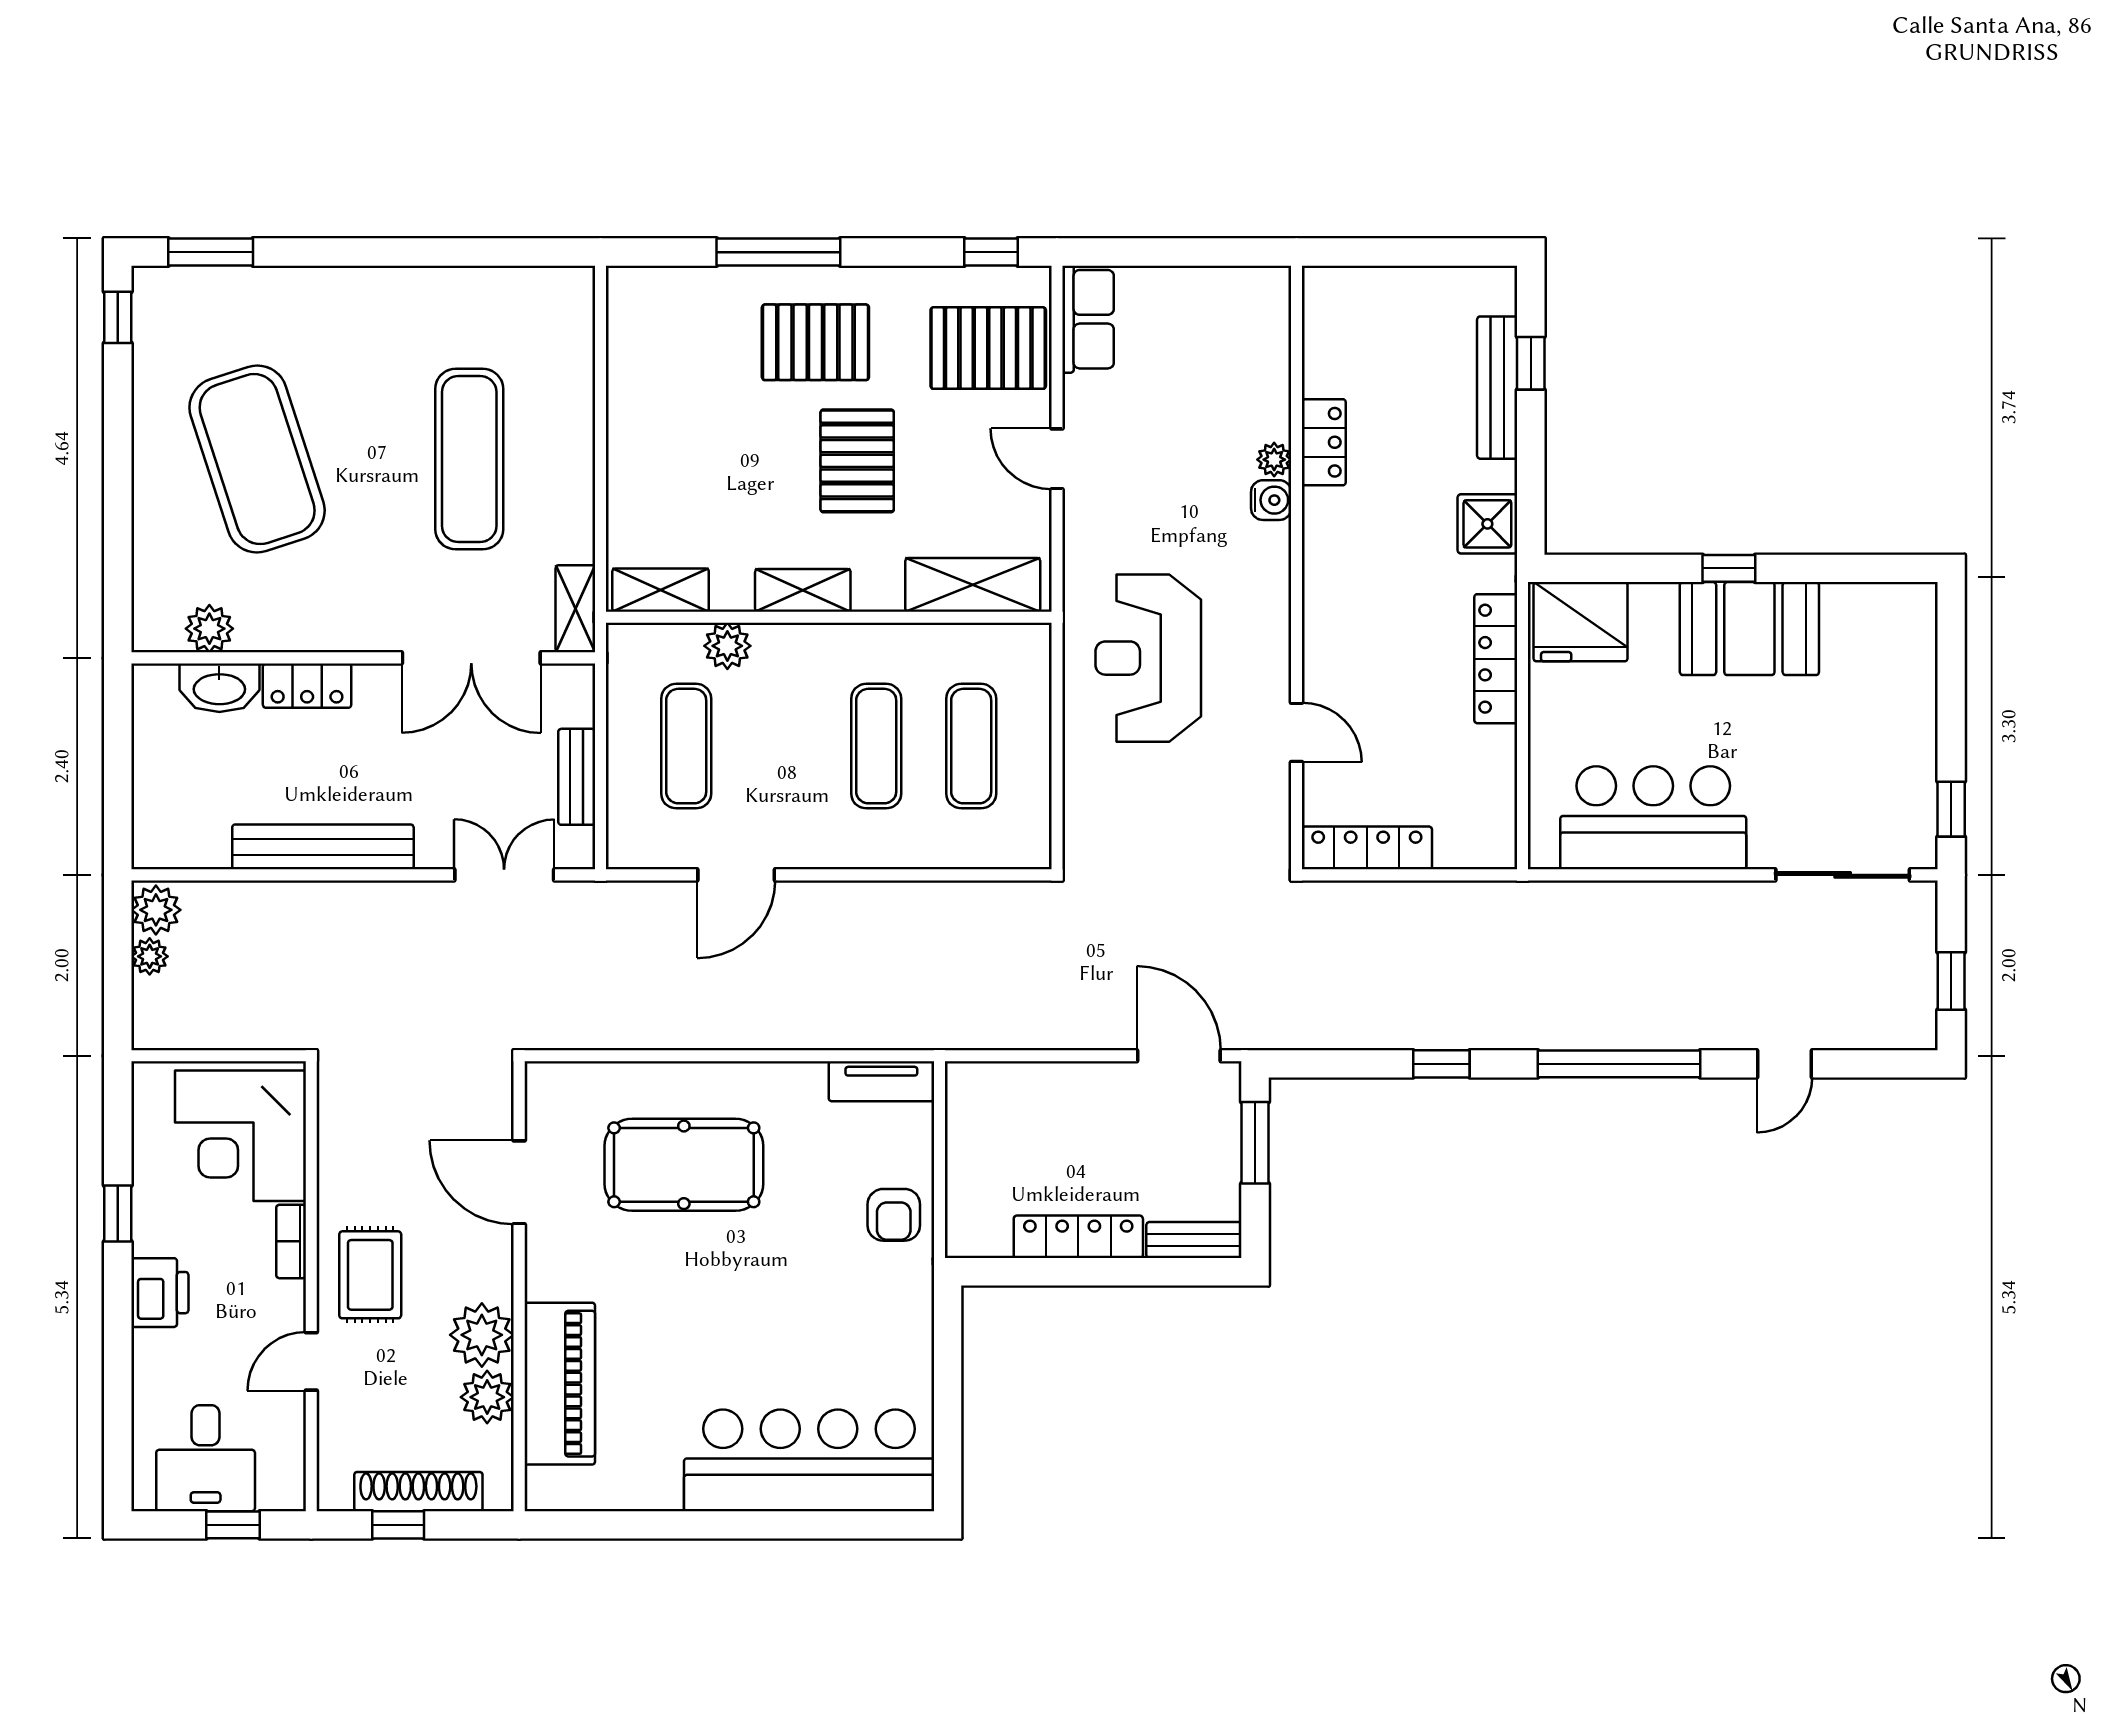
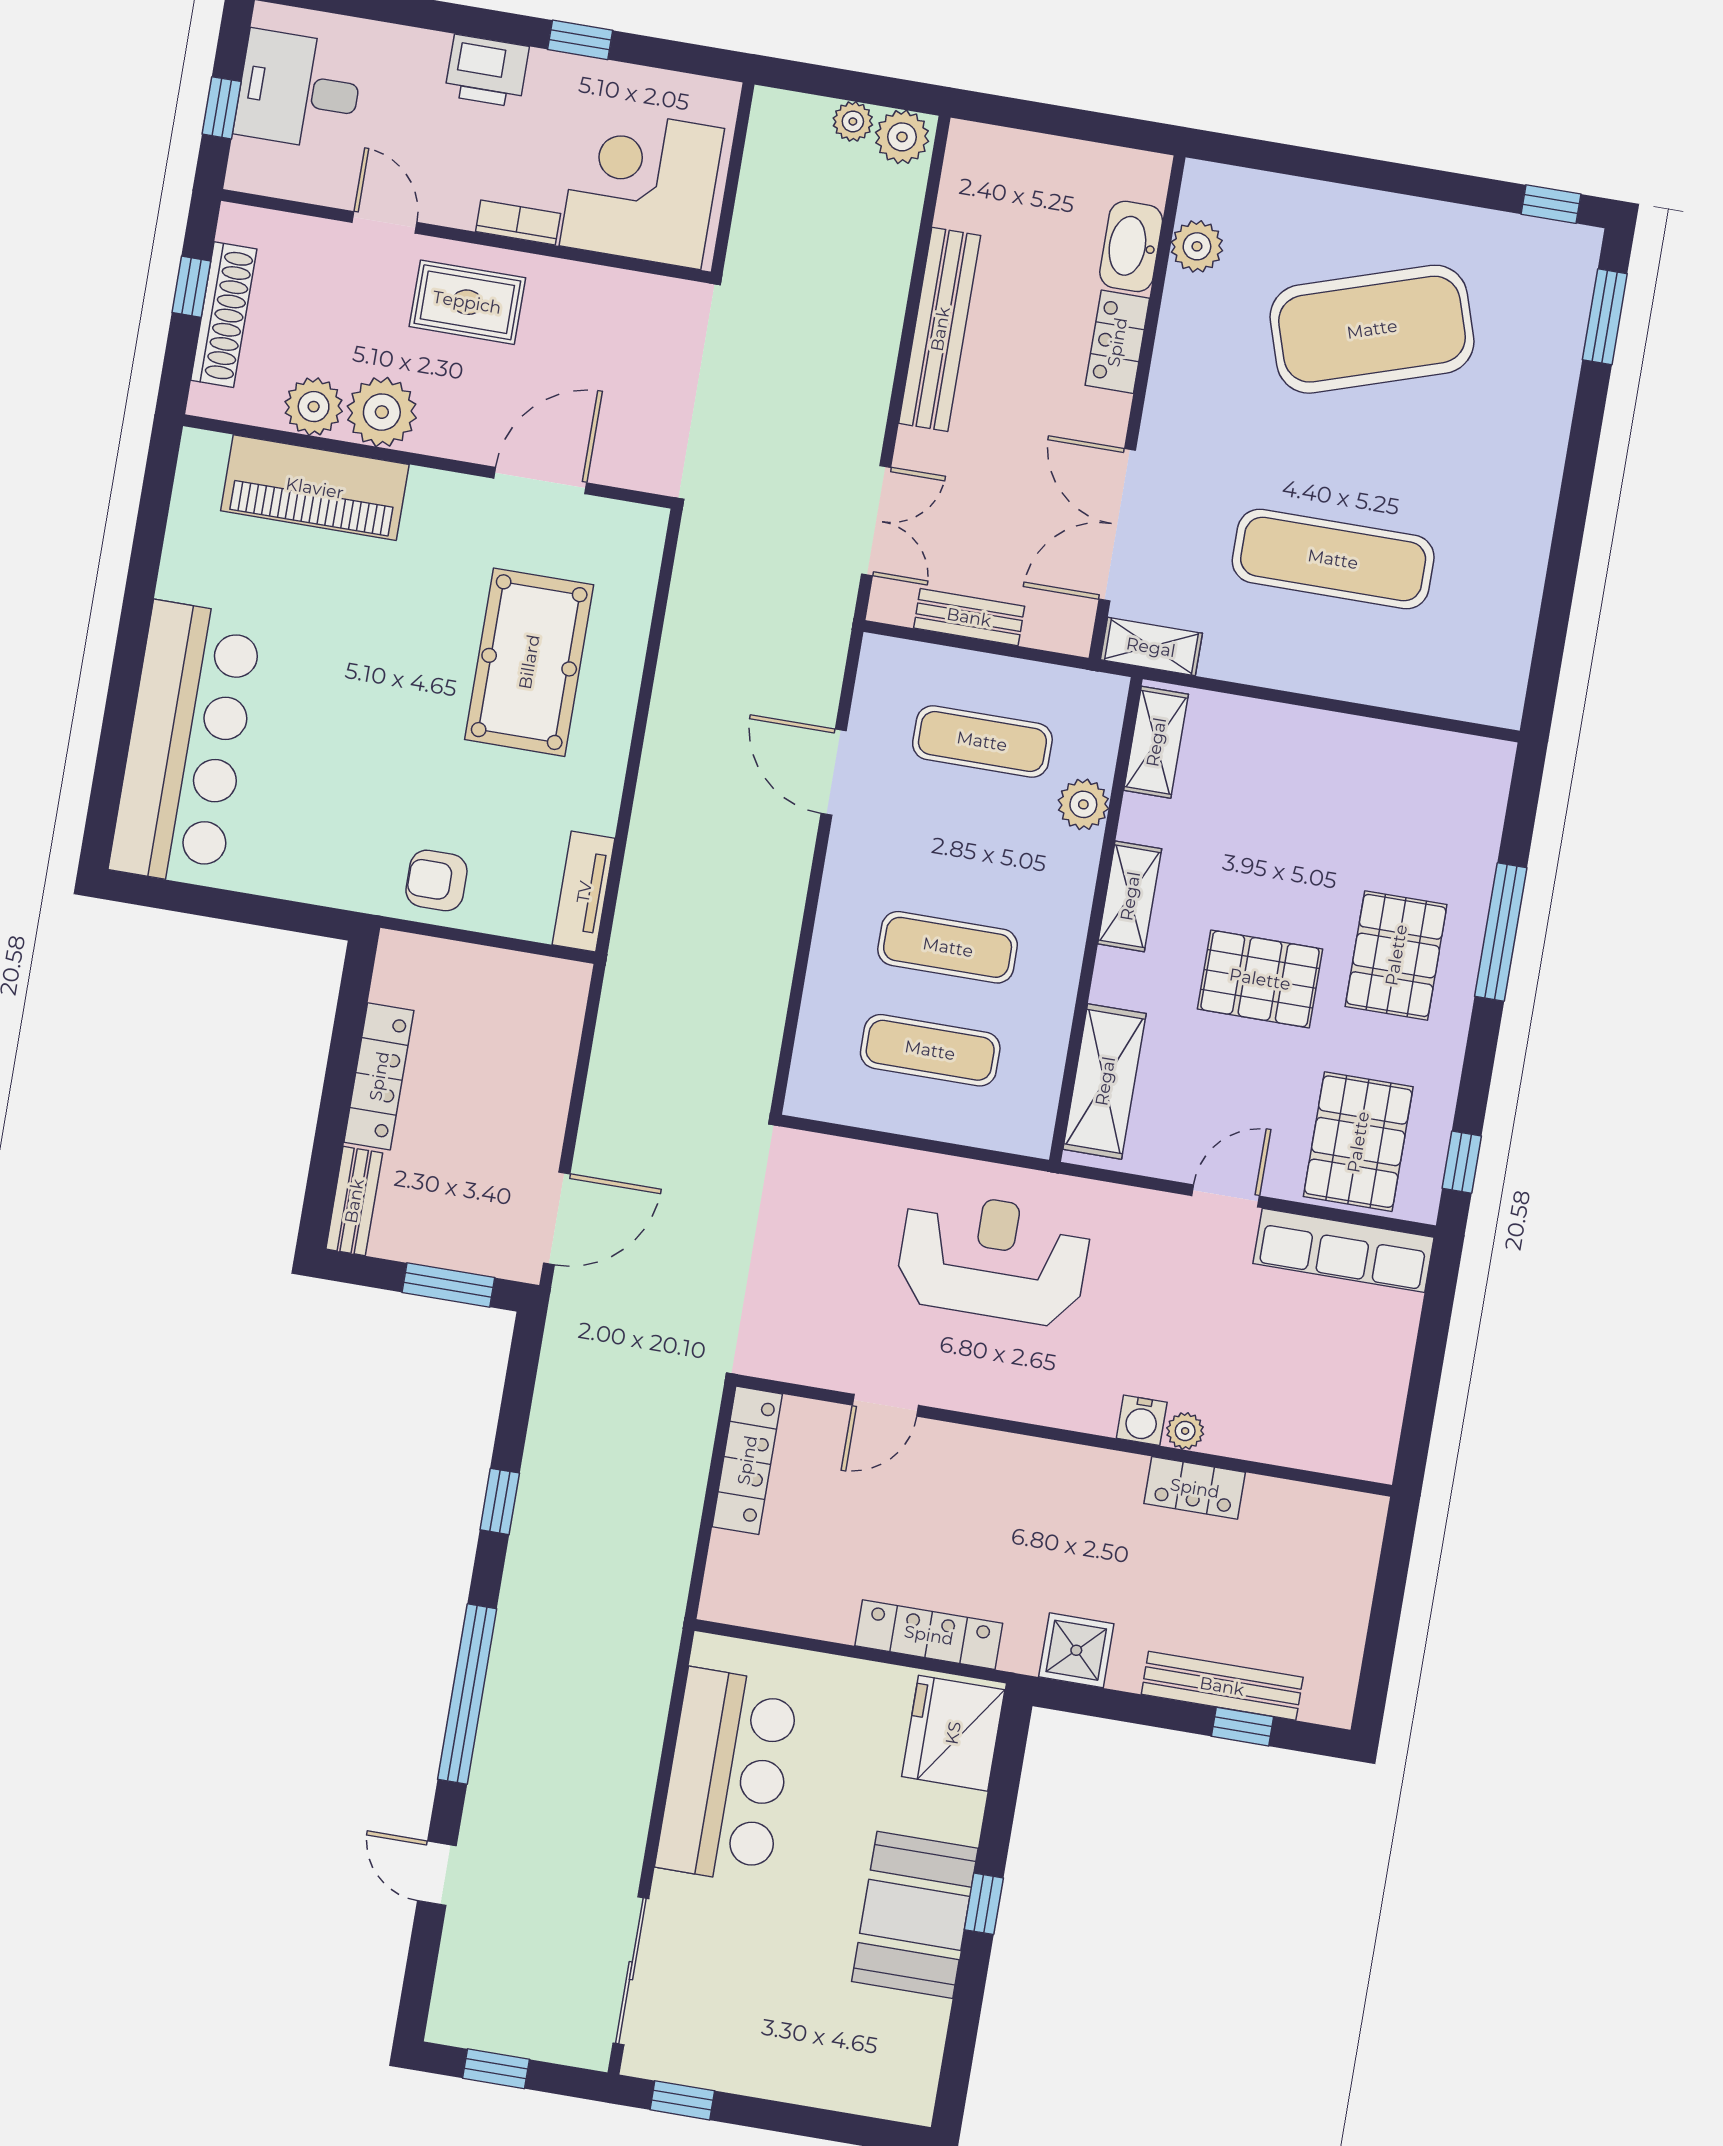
row of seats: (1088, 319) -> (1343, 1250), width x1.48

